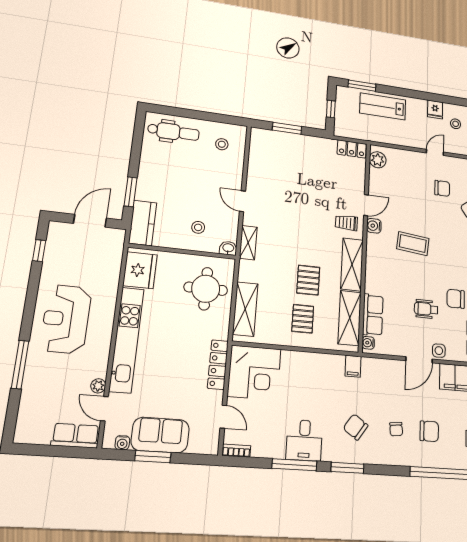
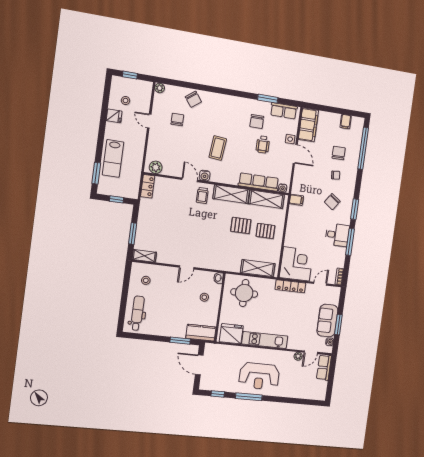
shelving: (248, 243) -> (144, 256), moved
row of seats: (373, 315) -> (259, 182), width x1.48
kitchen unit: (127, 340) -> (265, 340), width x0.73
window: (20, 365) -> (249, 397), moved

